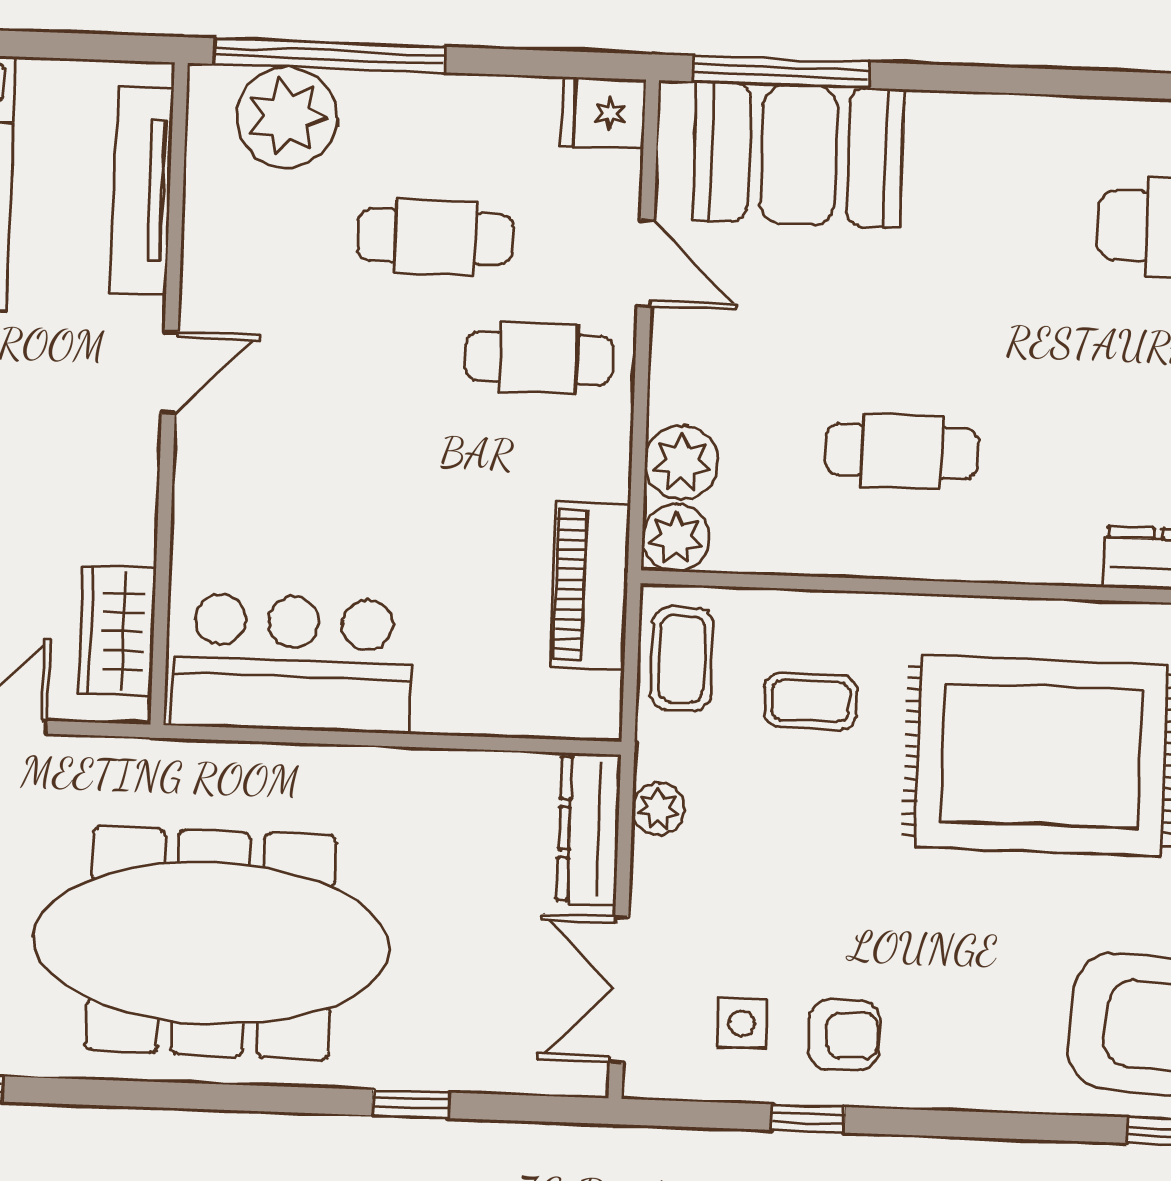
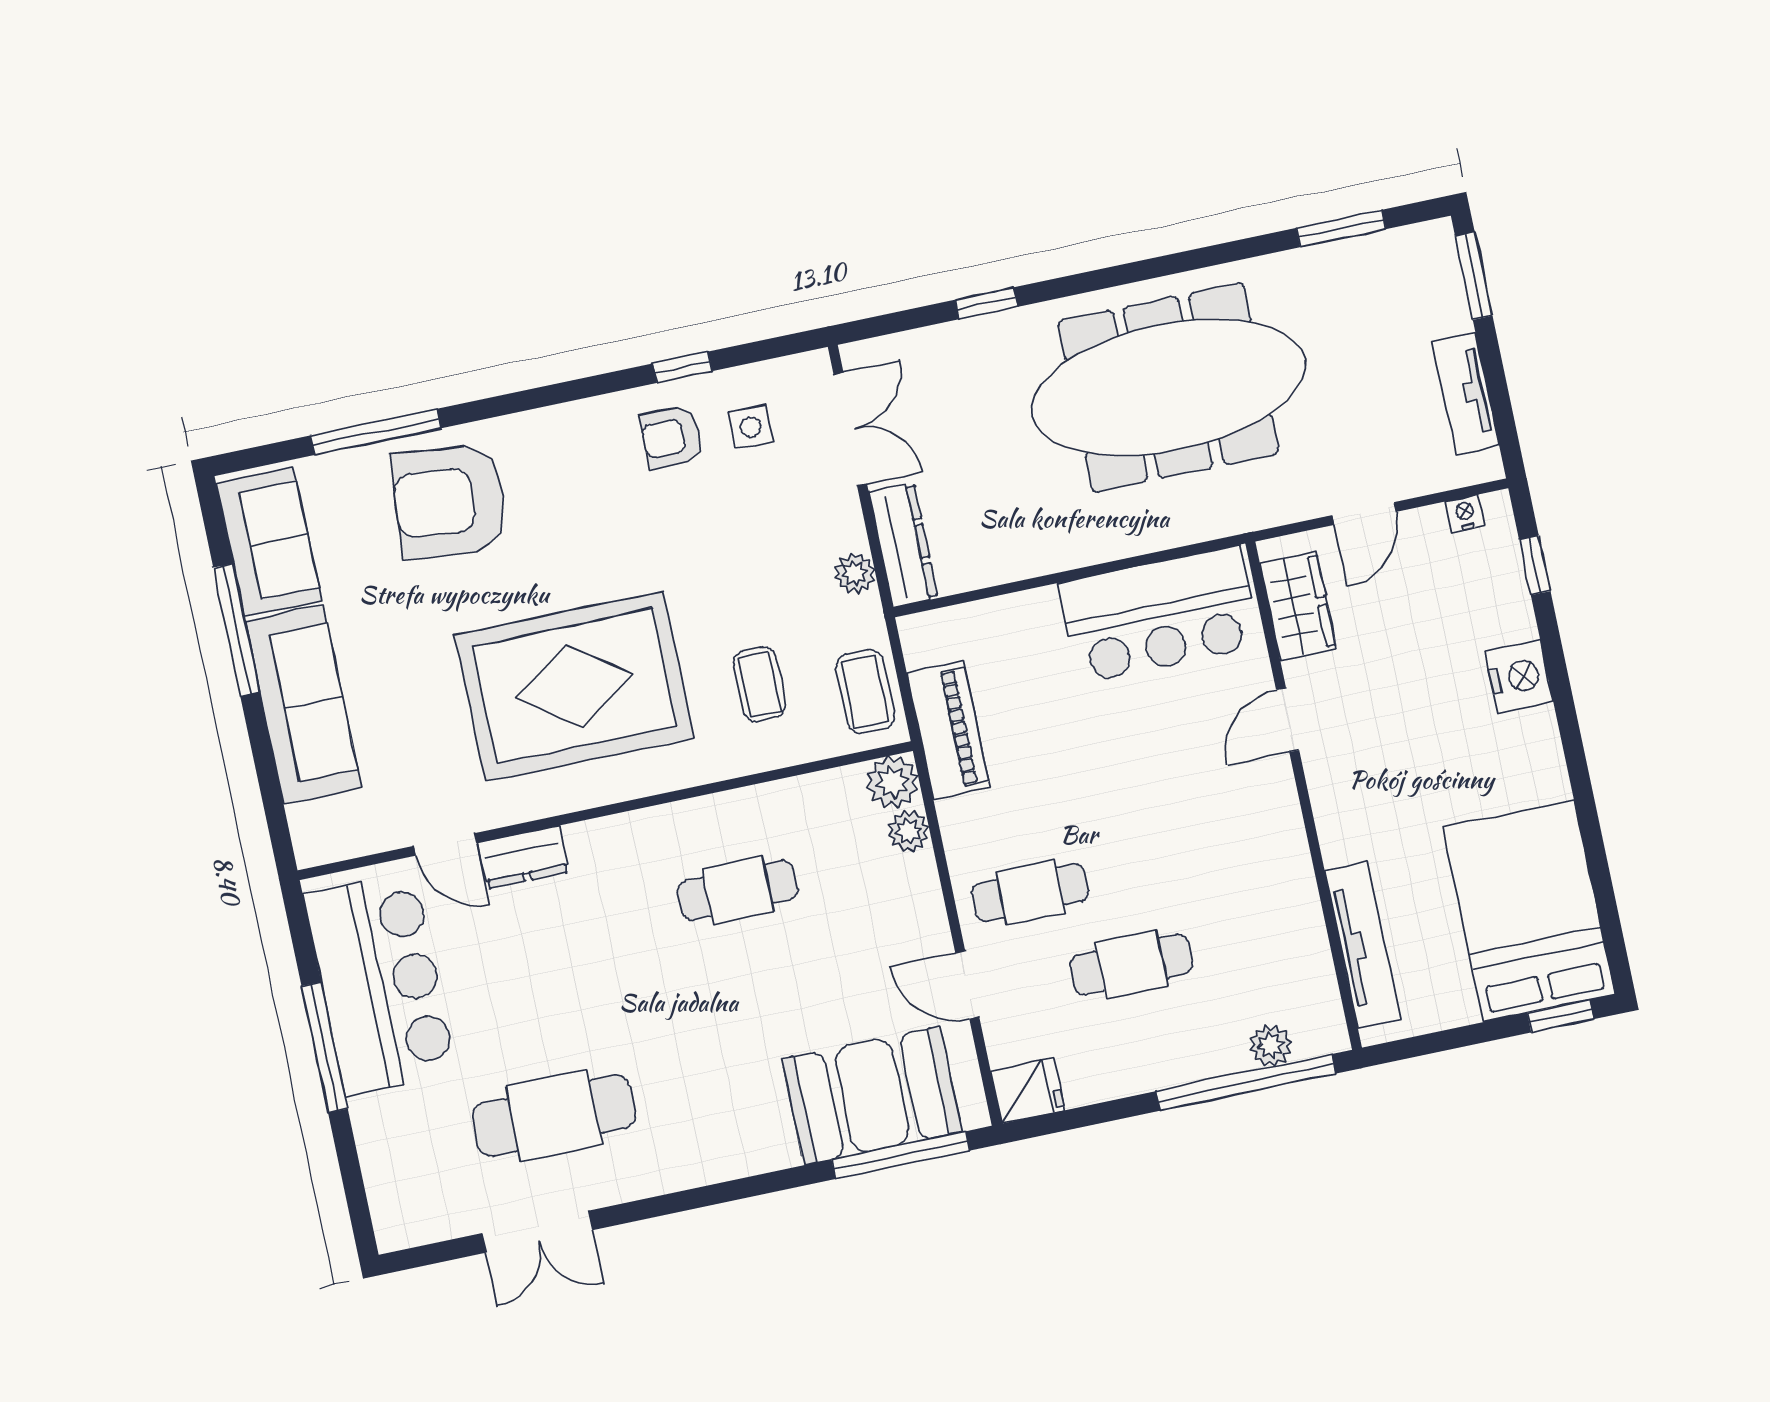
plant: (287, 117) -> (1270, 1046), width x0.53, depth x0.53
door: (170, 372) -> (1288, 720), moved
plant: (682, 462) -> (908, 831), width x0.73, depth x0.73
coffee table: (811, 701) -> (760, 684), turned 90

